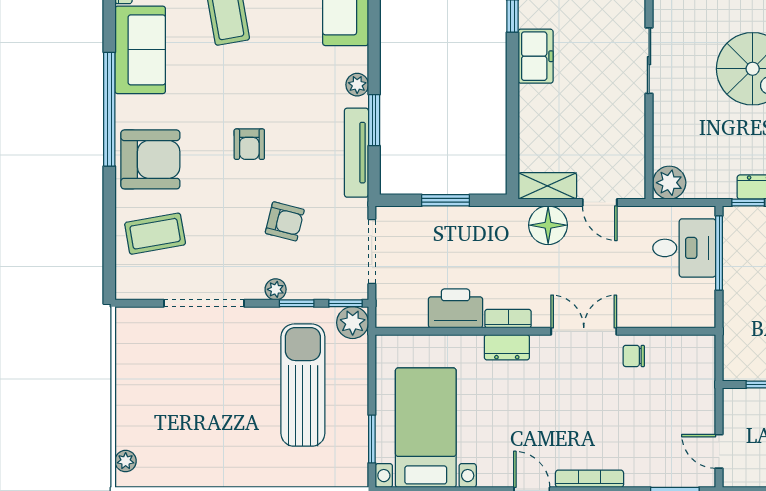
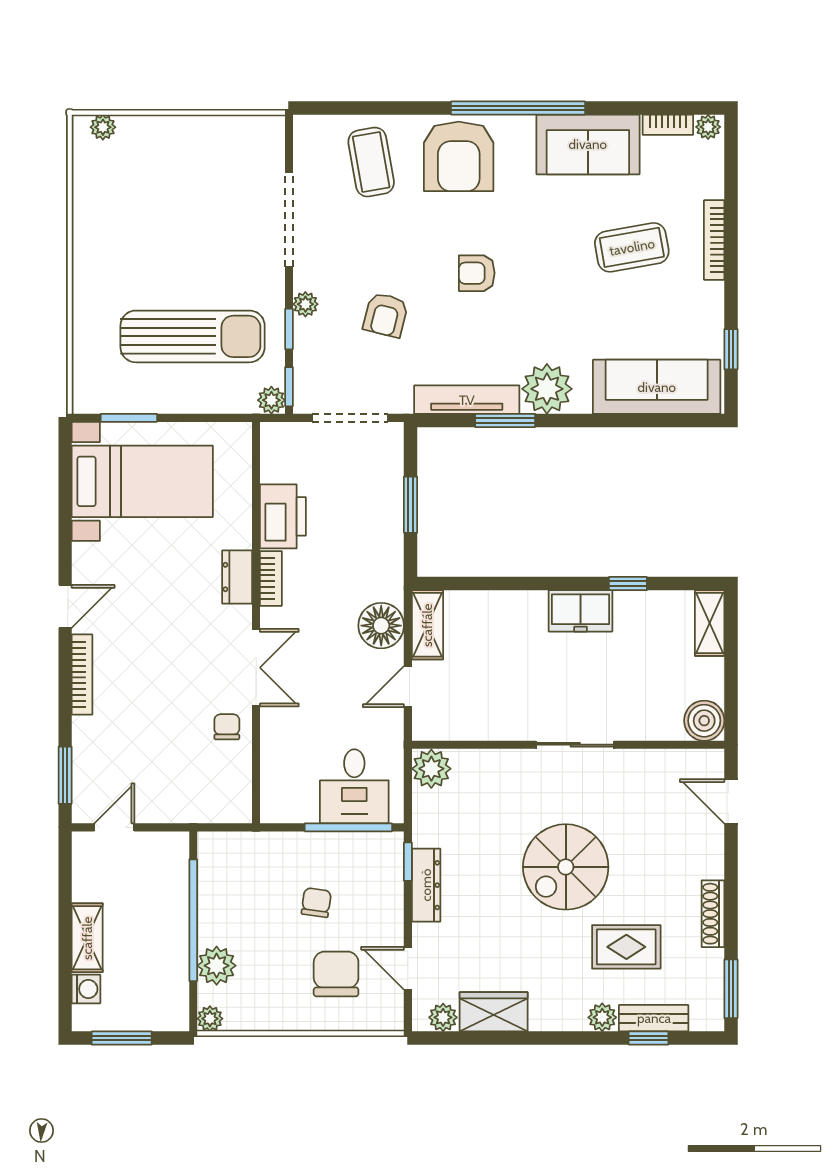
plant: (357, 85) -> (547, 389), width x1.87, depth x1.87
plant: (353, 323) -> (271, 400), width x0.73, depth x0.73

